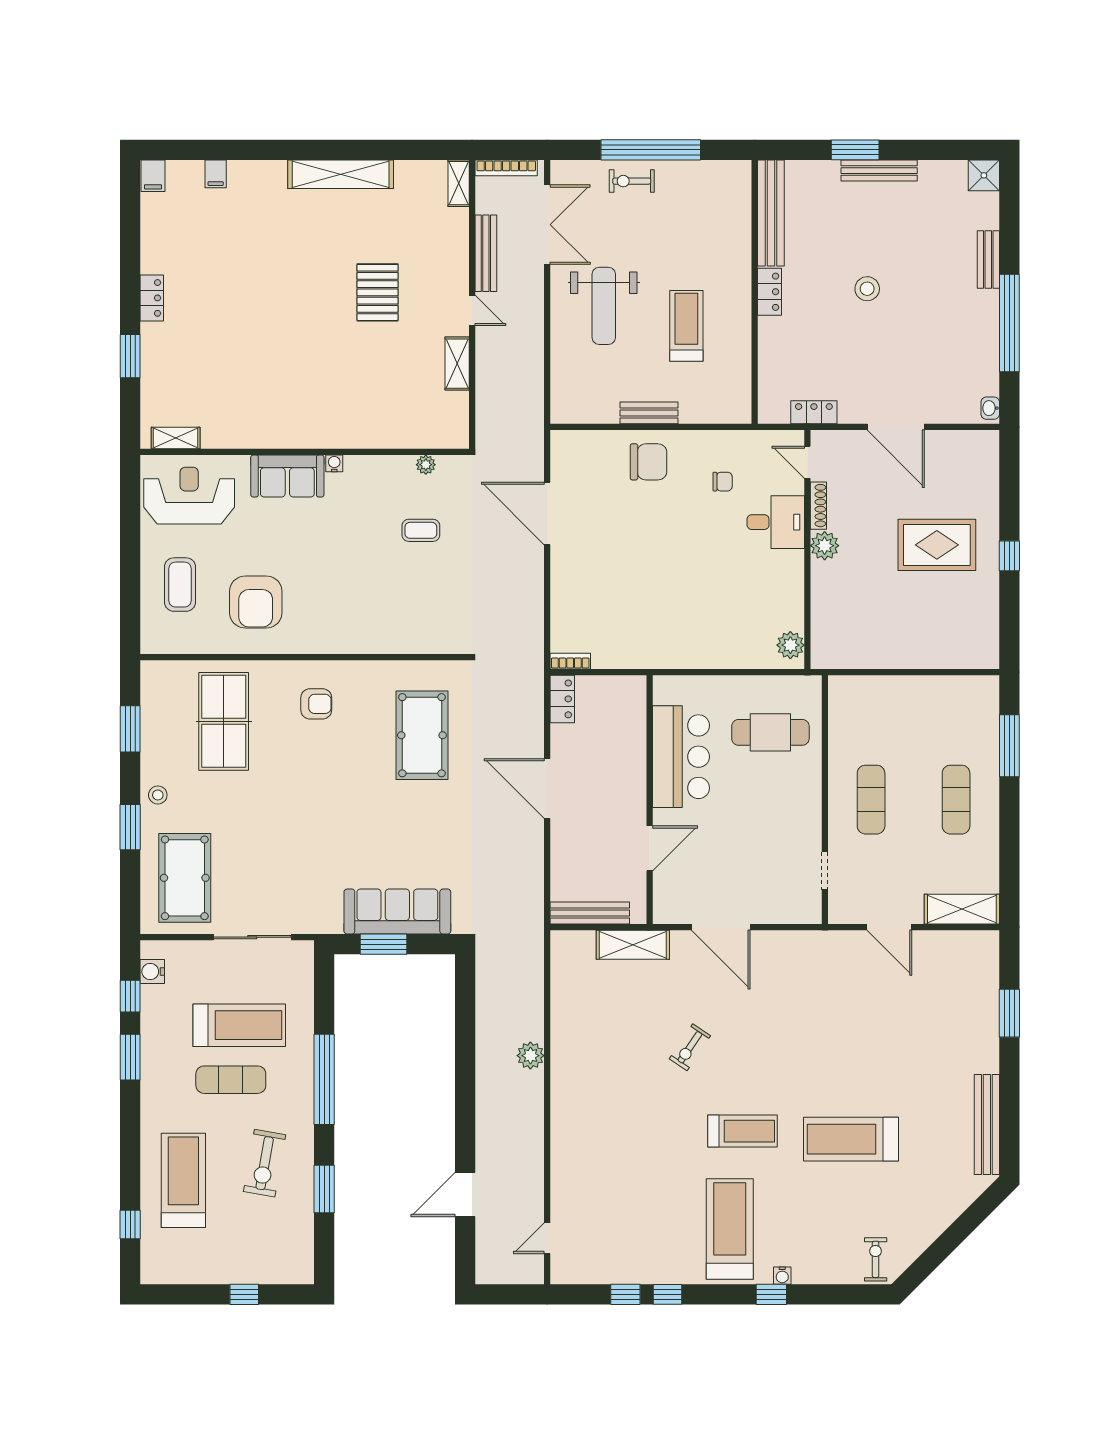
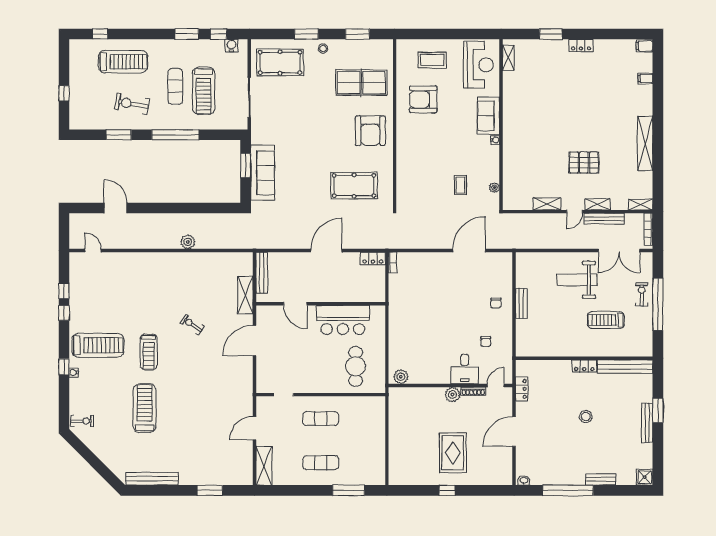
shelving: (458, 266) -> (598, 204), added
treadmill: (686, 326) -> (606, 320), moved, turned 180
chair: (649, 462) -> (496, 303), width x0.54, depth x0.54
armchair: (316, 704) -> (370, 131), width x1.88, depth x1.88

